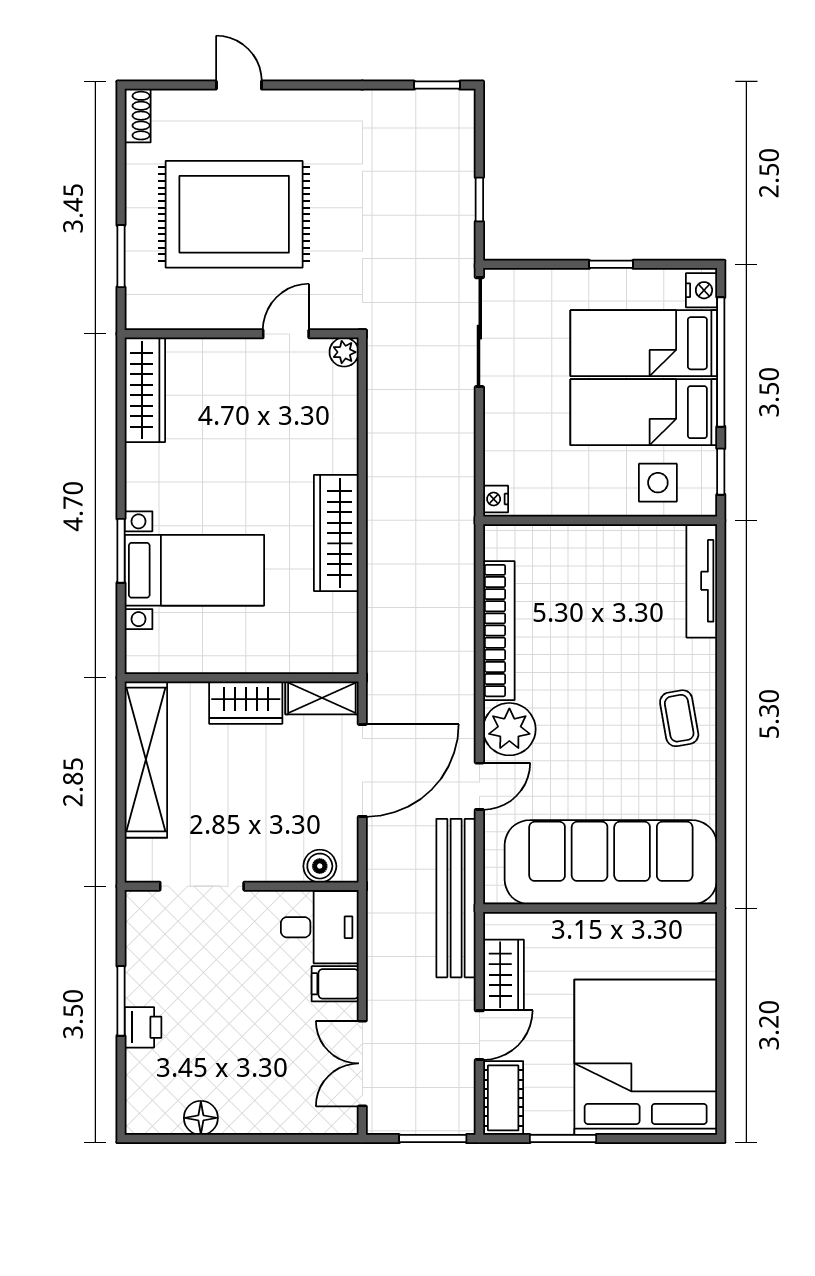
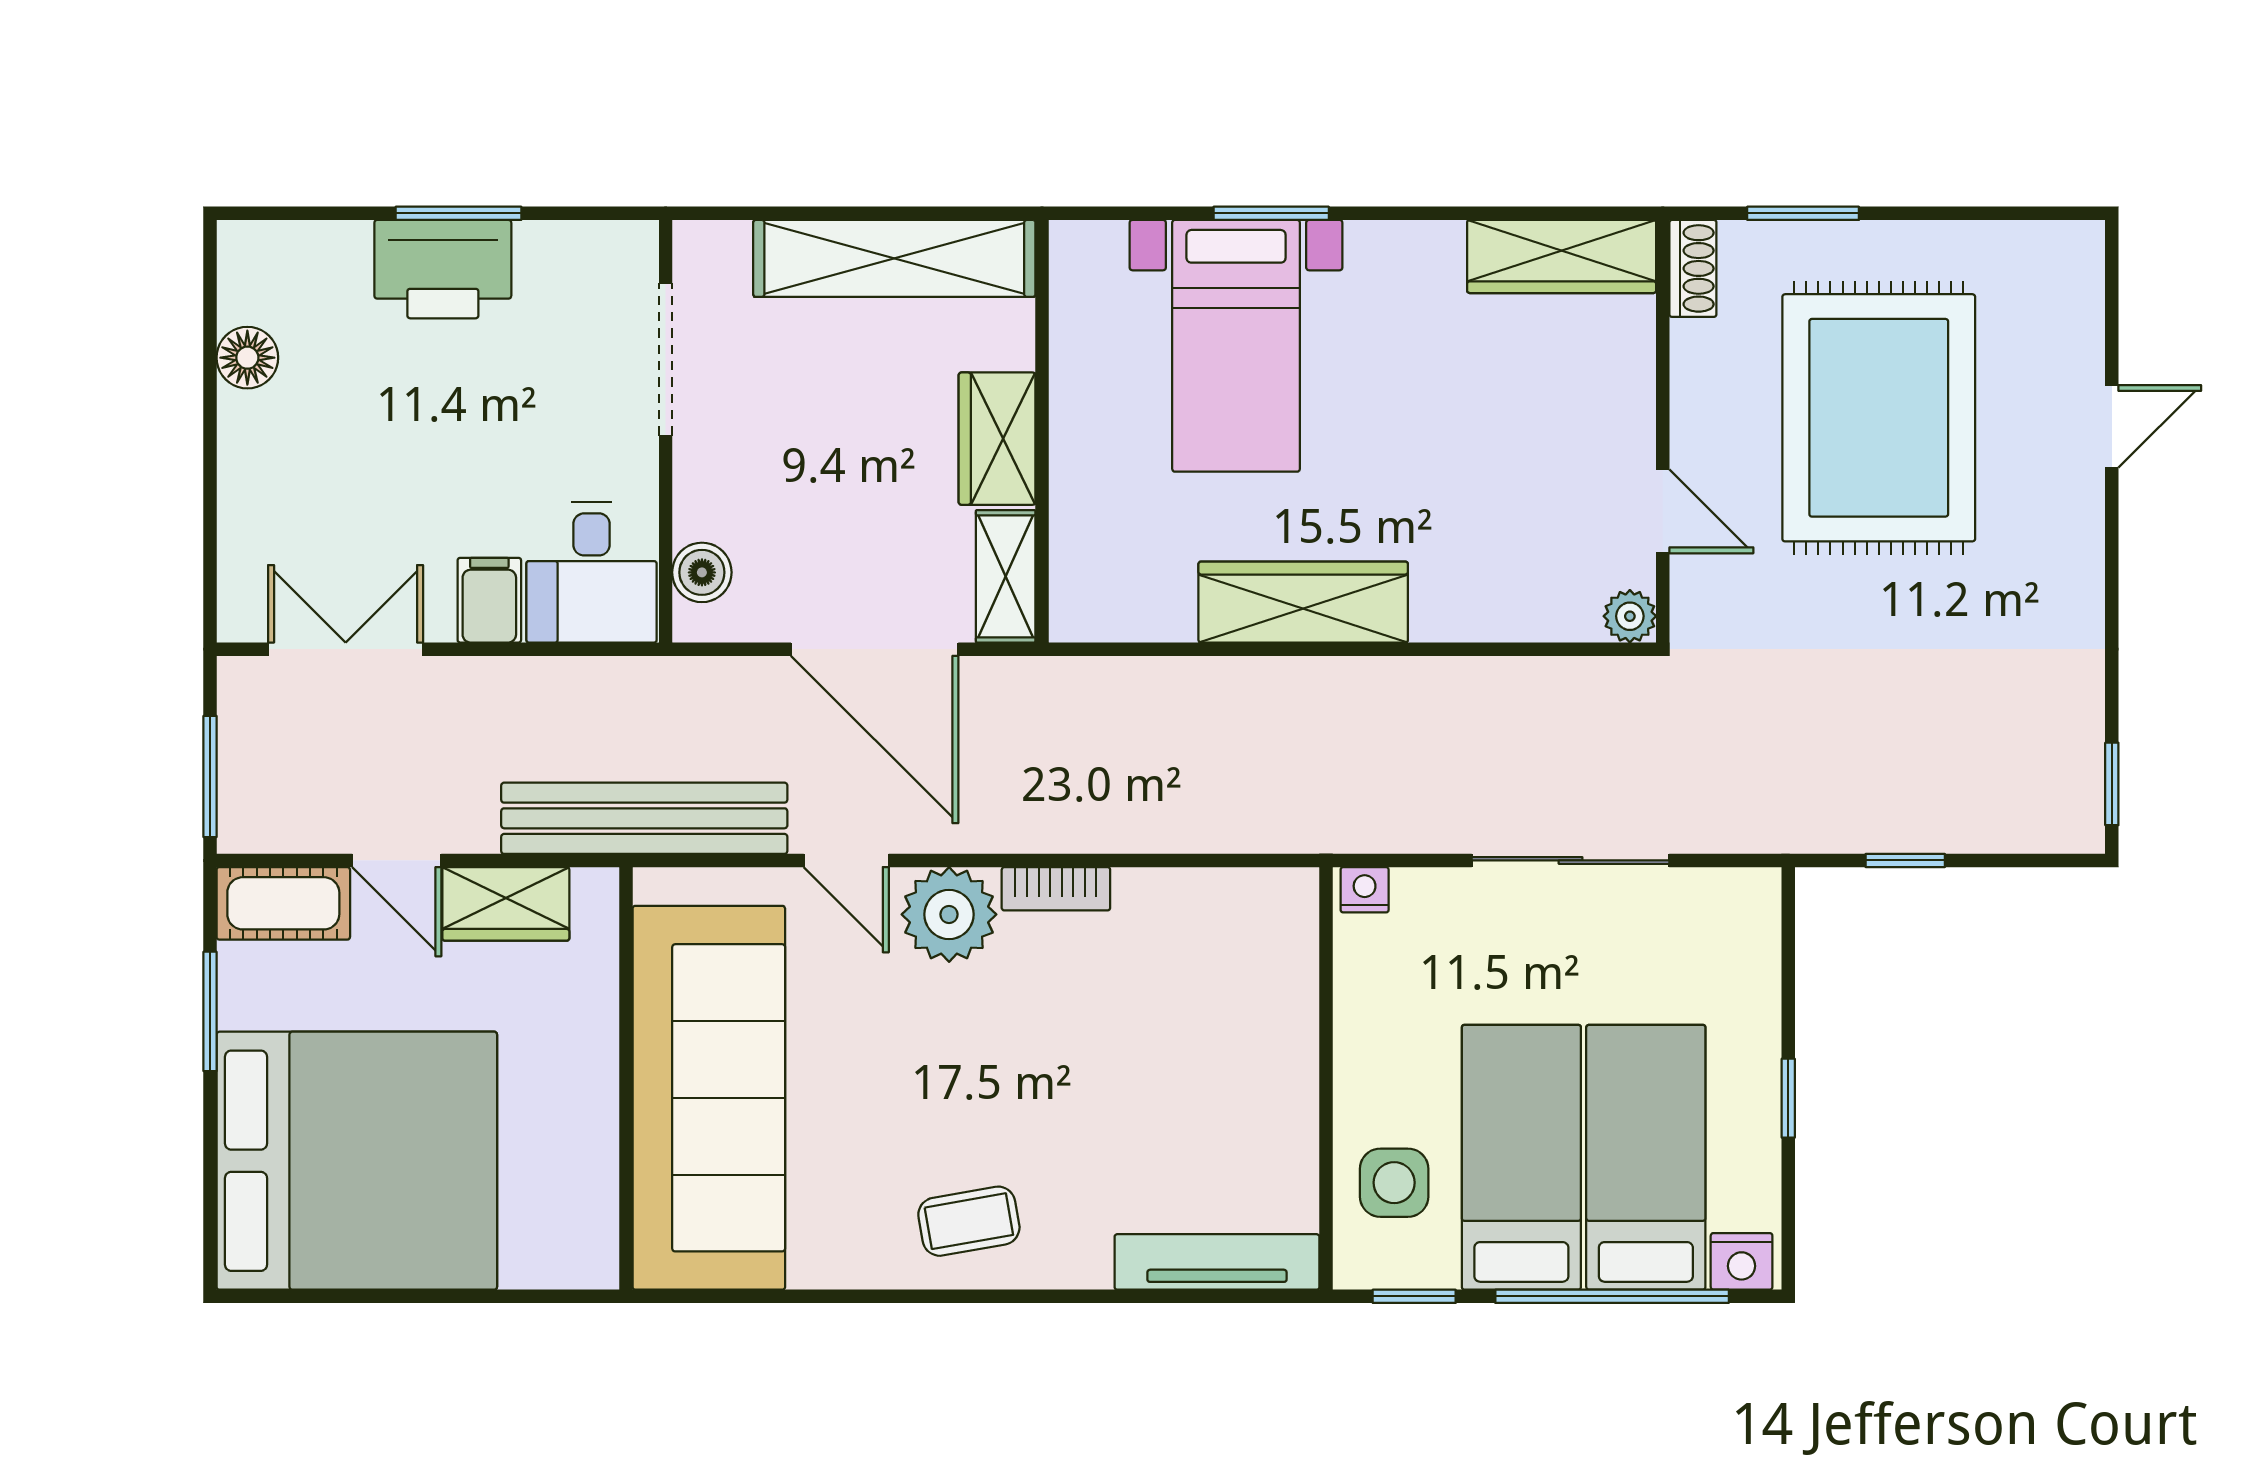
shoe rack: (138, 116) -> (1693, 268), moved, turned -90
sliding door: (479, 332) -> (1571, 860), moved
bookcase: (499, 631) -> (1056, 889), width x0.43, depth x0.76
printer: (143, 1027) -> (443, 269), width x1.87, depth x1.48

